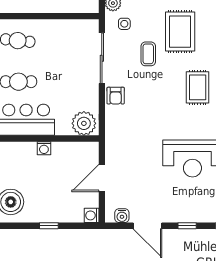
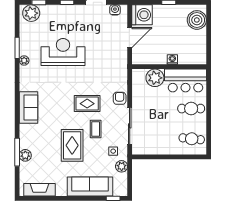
rug: (198, 87) -> (87, 104), moved, turned 90
plant: (84, 123) -> (155, 78), moved
washing machine: (92, 215) -> (142, 15), width x1.89, depth x1.89

